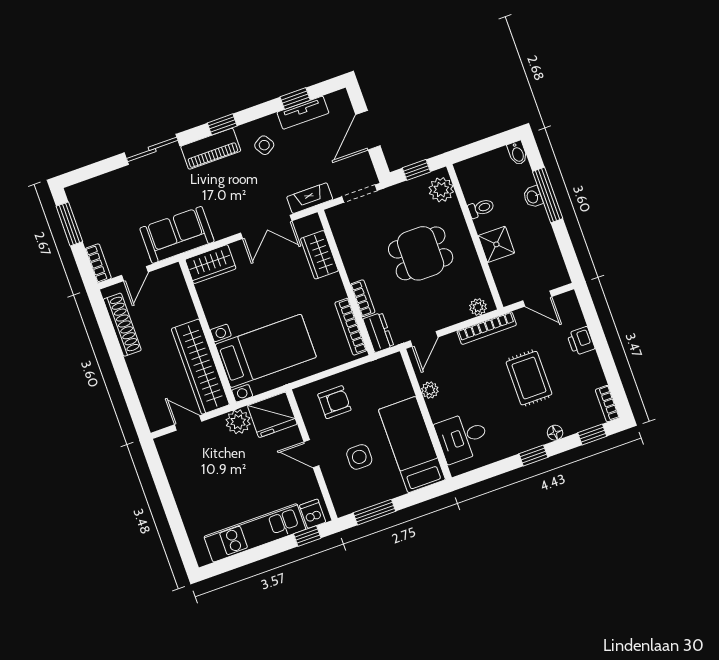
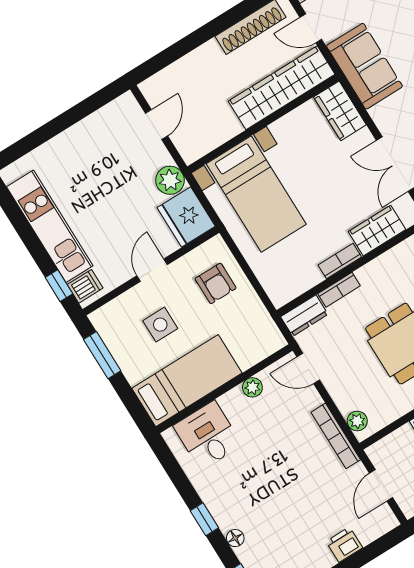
bookcase: (351, 327) -> (340, 261), moved, width x0.64
wardrobe: (200, 367) -> (282, 88), moved
rug: (529, 378) -> (290, 496), removed

